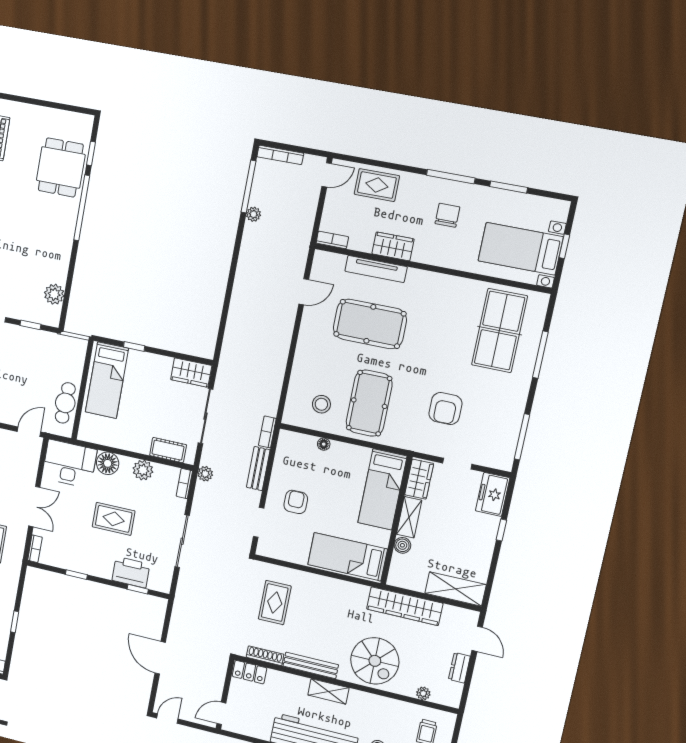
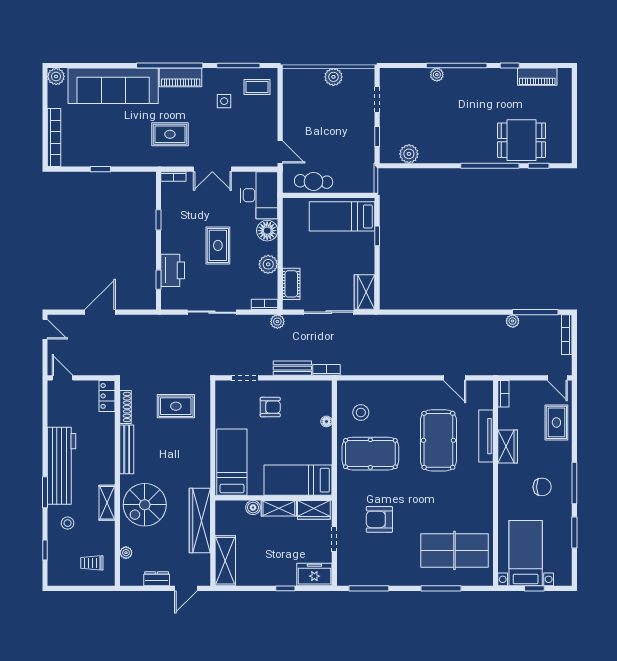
shelving: (328, 691) -> (107, 503), moved

